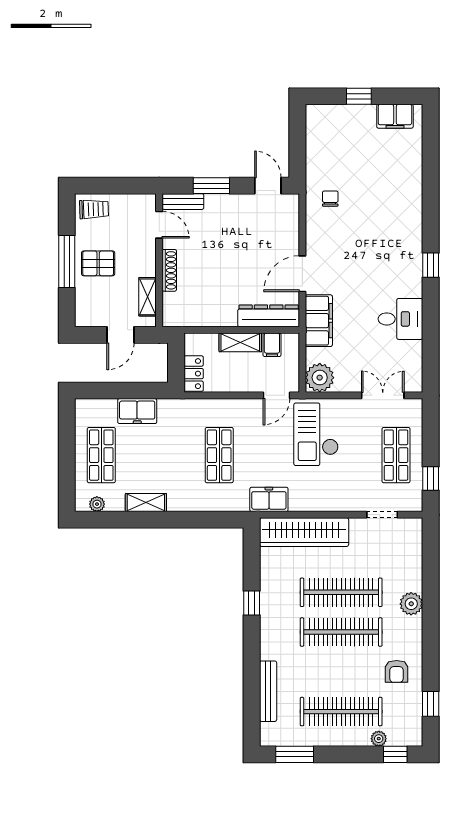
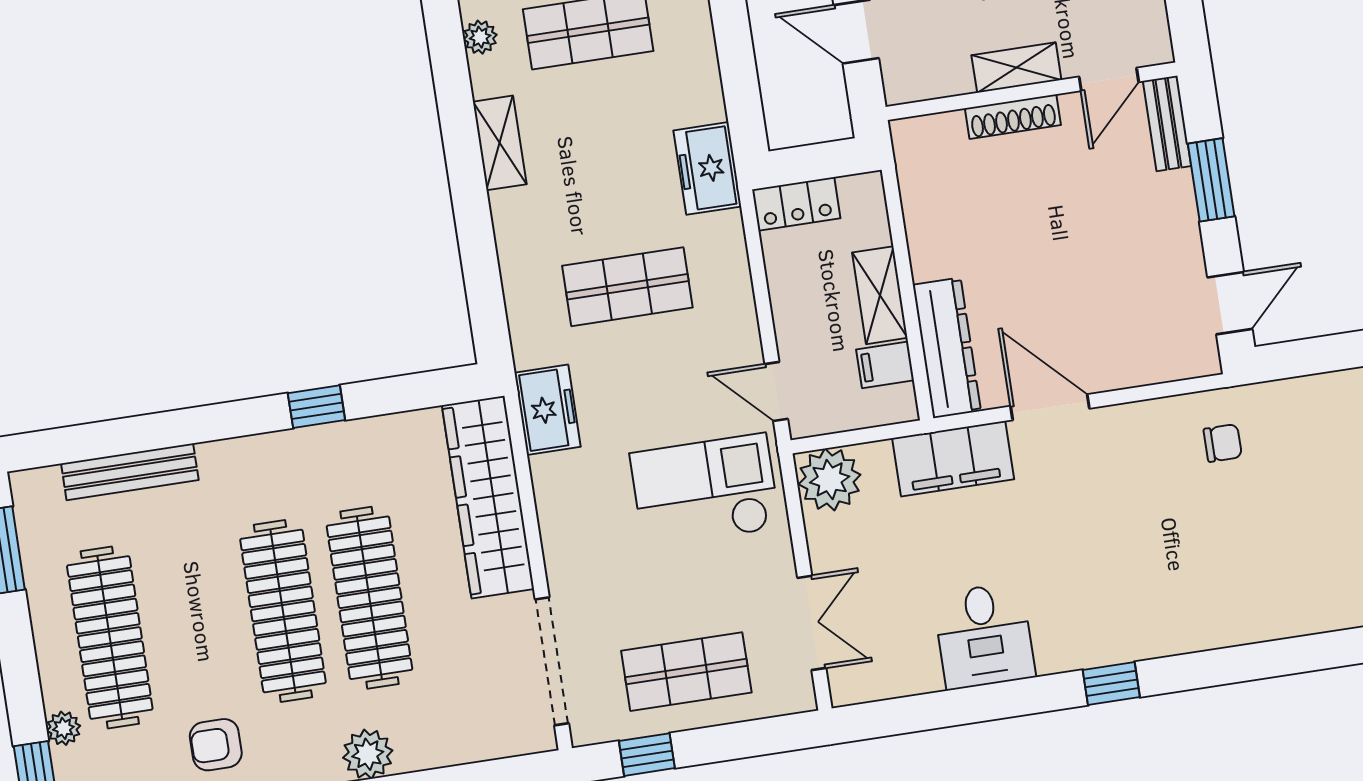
shelving: (148, 297) -> (1016, 68), moved
freezer: (137, 411) -> (707, 168), moved
doorway: (382, 515) -> (552, 661), width x1.88

